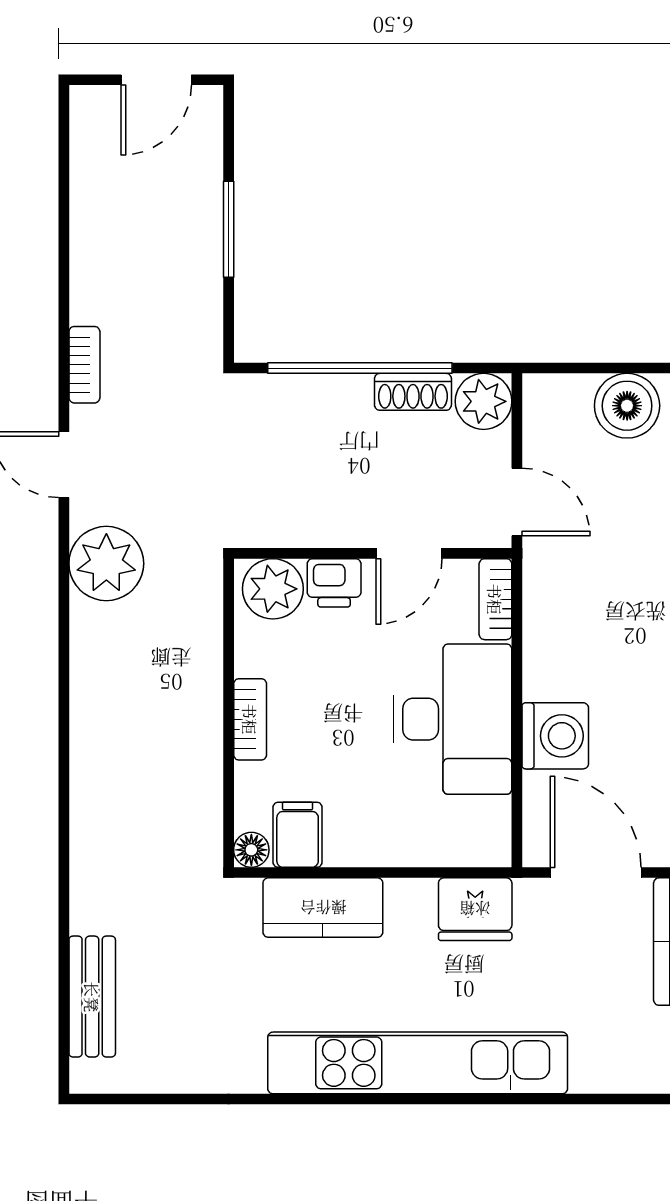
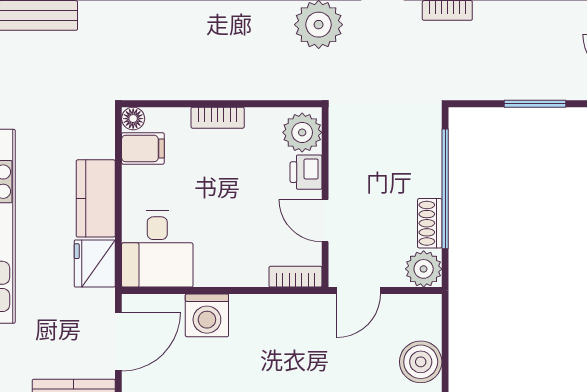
desk: (453, 719) -> (157, 249), moved, width x0.73
kitchen counter: (323, 908) -> (96, 198), moved

